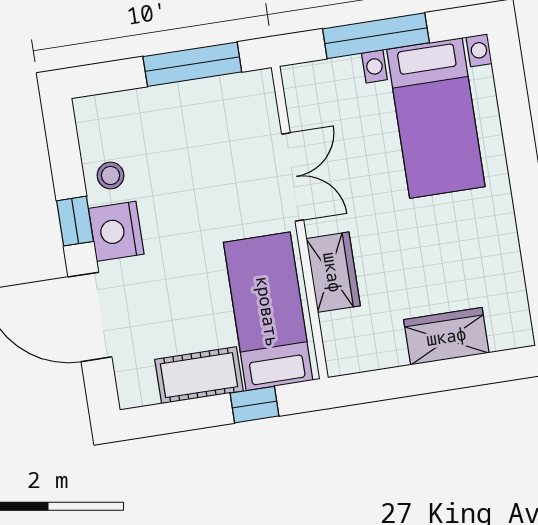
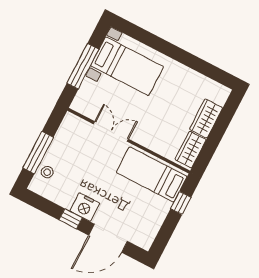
window: (192, 64) -> (38, 153), moved
stool: (111, 175) -> (47, 172), moved
wardrobe: (333, 272) -> (191, 150), moved, turned -90
cot: (199, 375) -> (156, 215), removed

